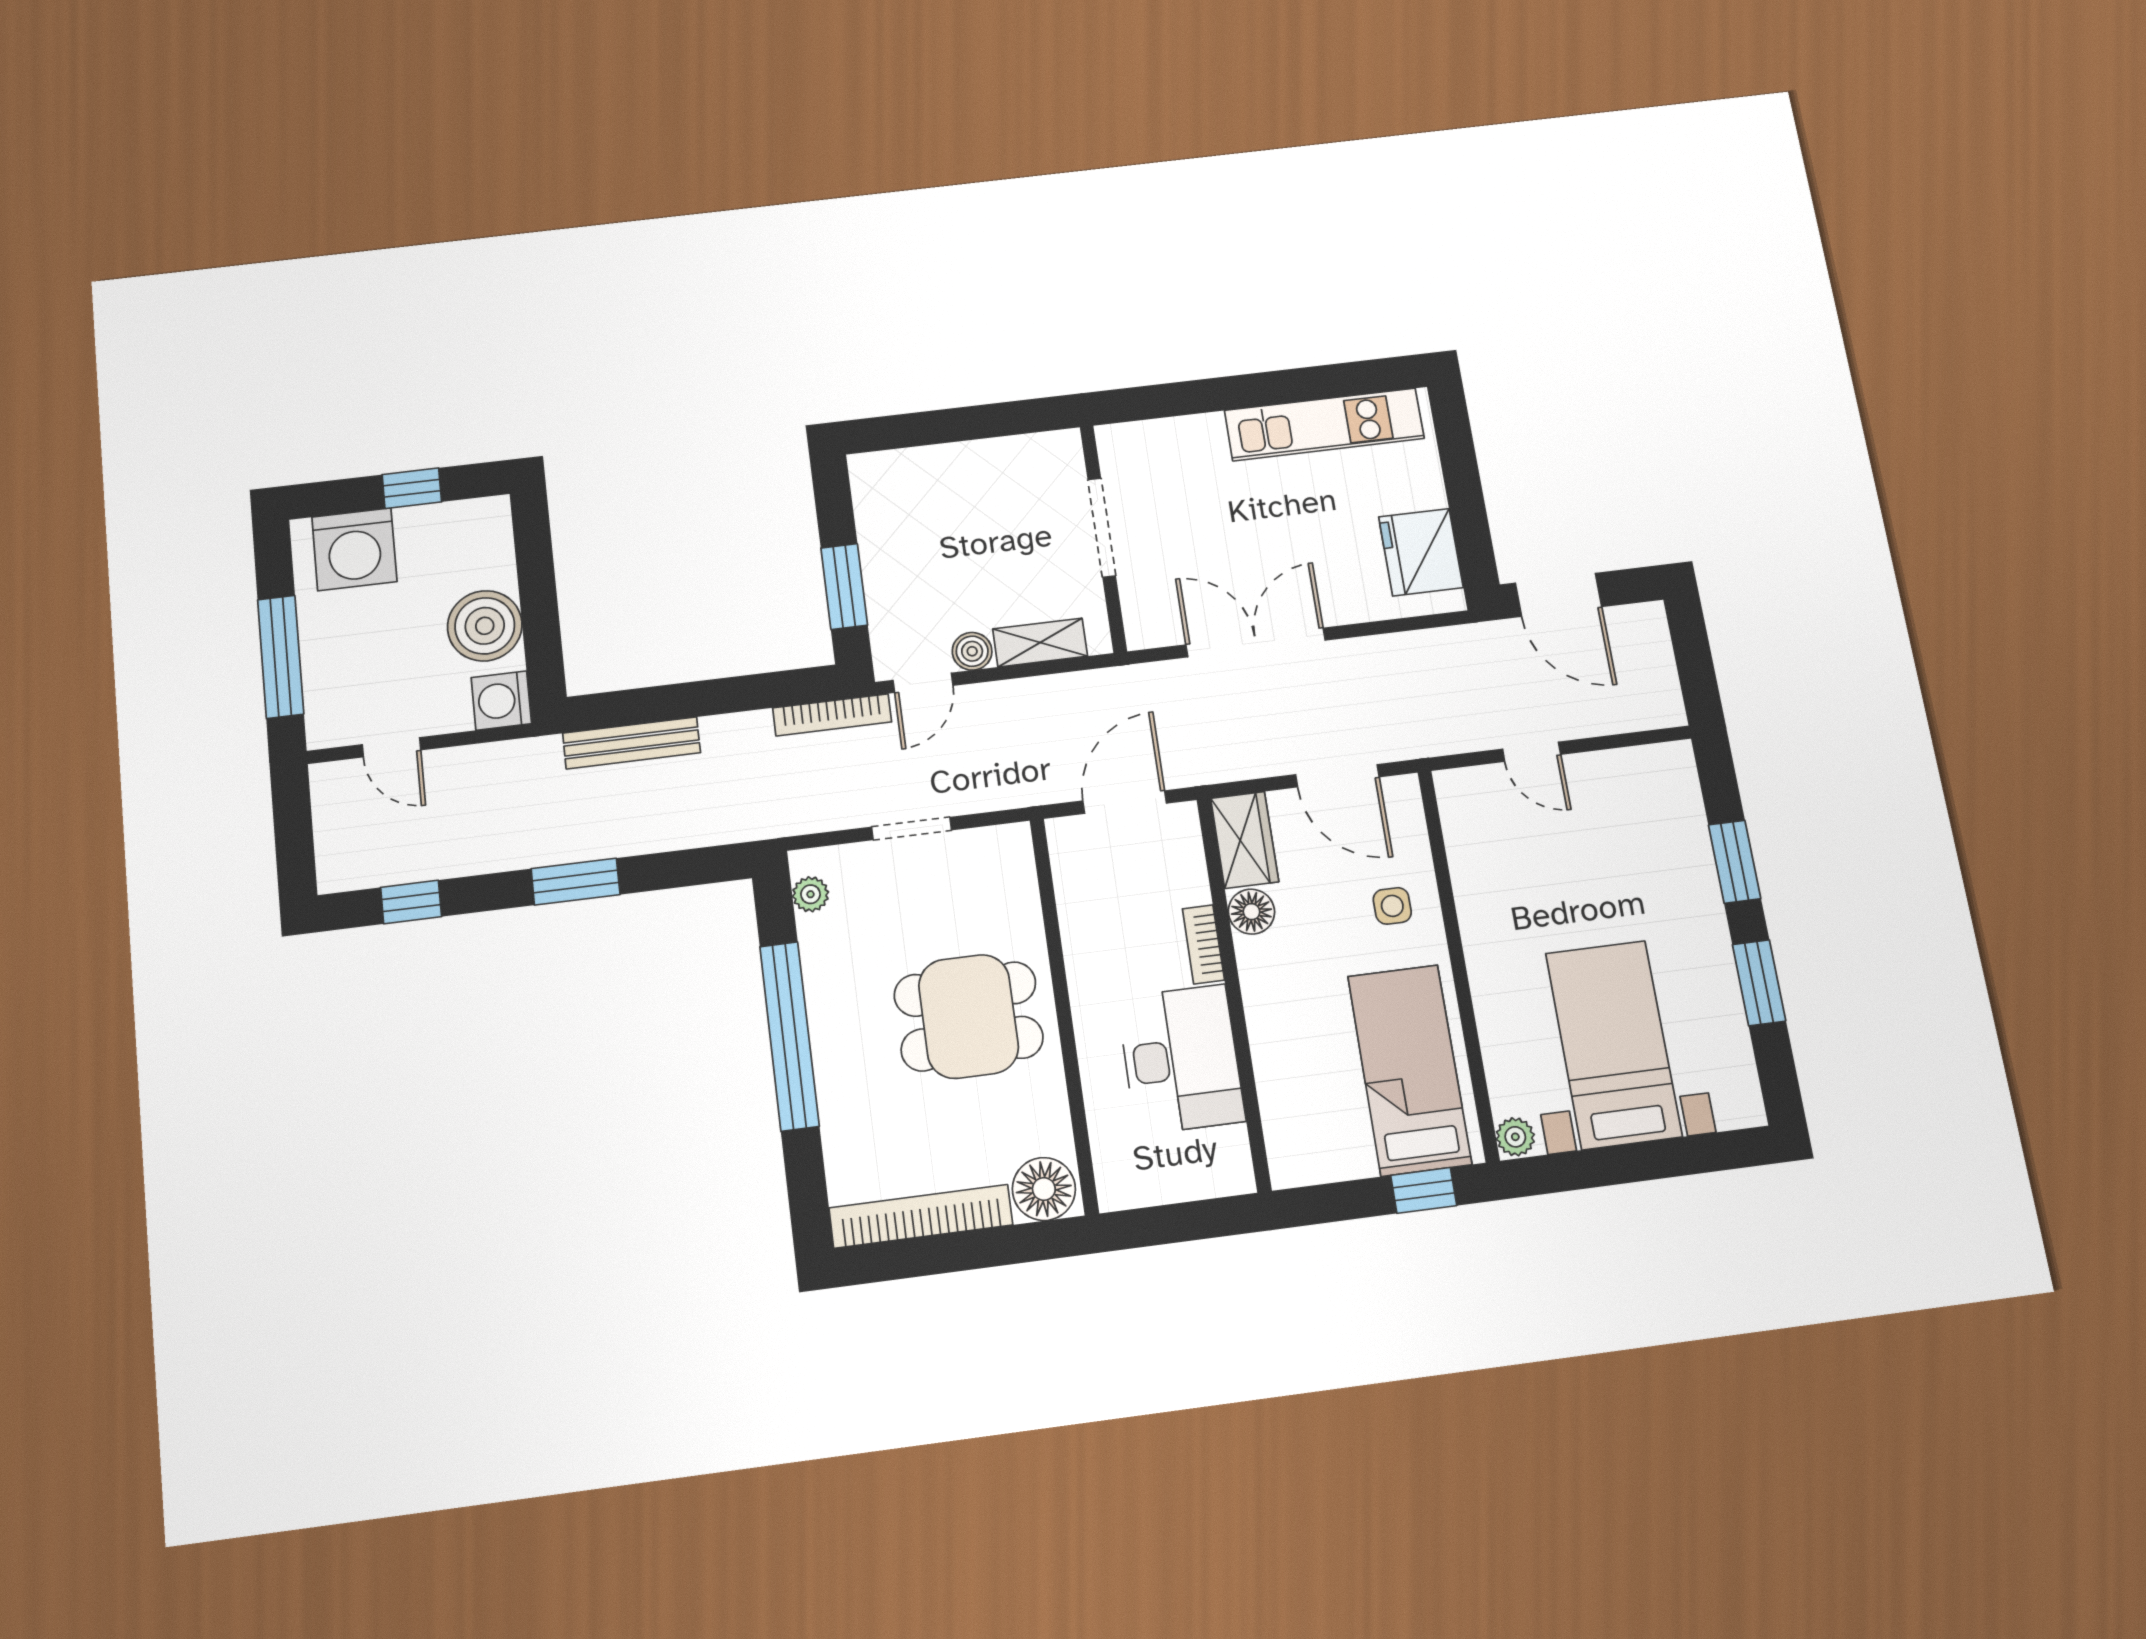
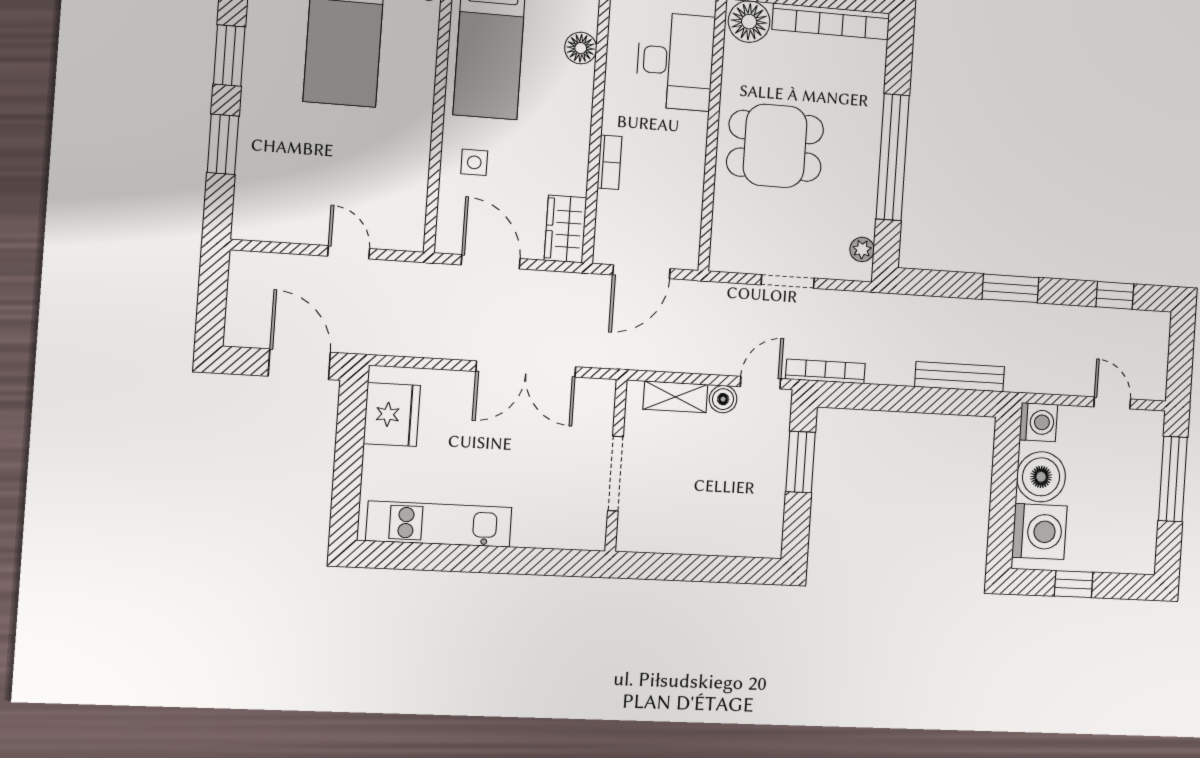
washing machine: (354, 549) -> (1039, 532), moved, turned 90
floor lamp: (1251, 912) -> (581, 48), moved
desk: (1181, 1059) -> (675, 61), moved, turned 180

